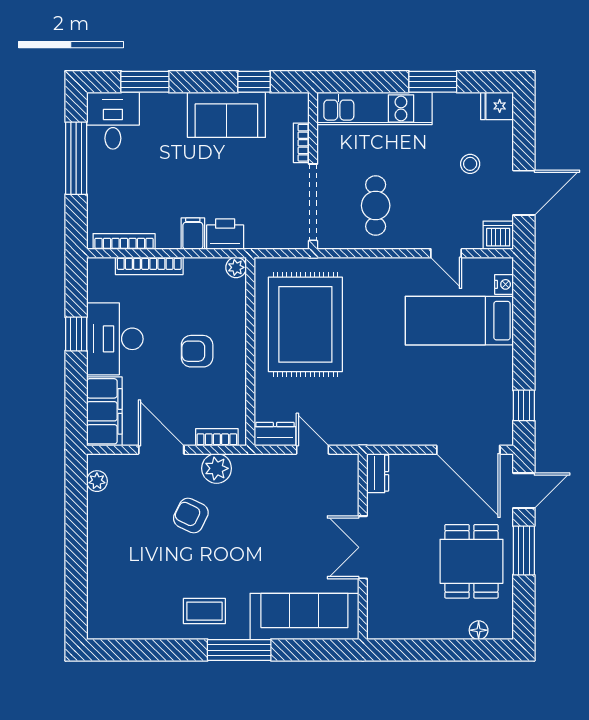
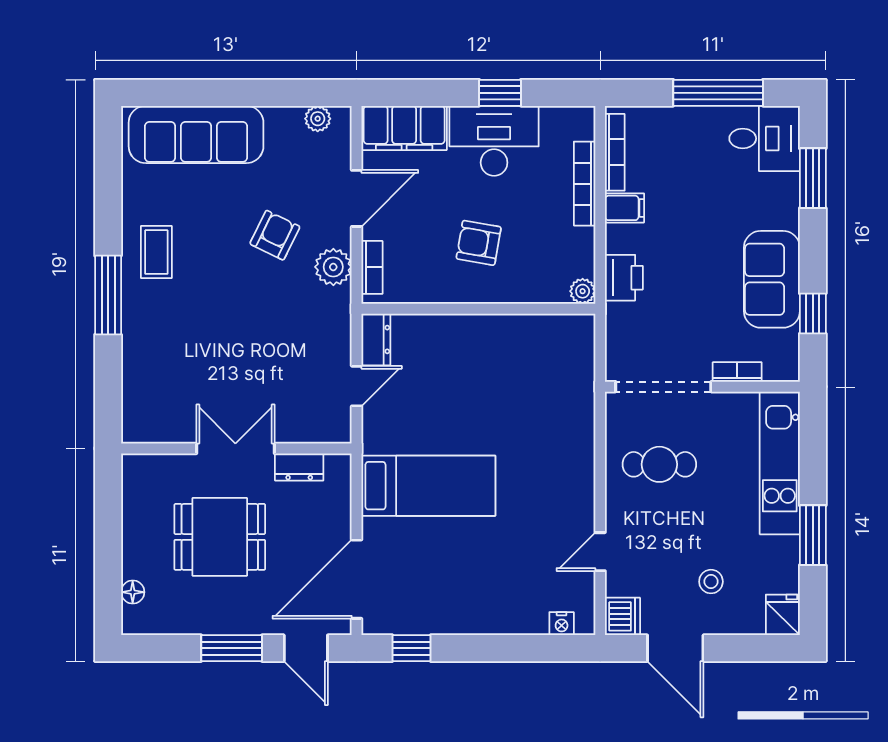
filing cabinet: (193, 234) -> (625, 208), moved
bed: (459, 321) -> (428, 486), moved, turned 90
rug: (305, 324) -> (512, 377), removed
armchair: (197, 351) -> (479, 243), turned -80
dresser: (378, 473) -> (299, 467), moved
dining table: (471, 561) -> (220, 537), moved
sofa: (304, 616) -> (196, 134), moved, turned 90

